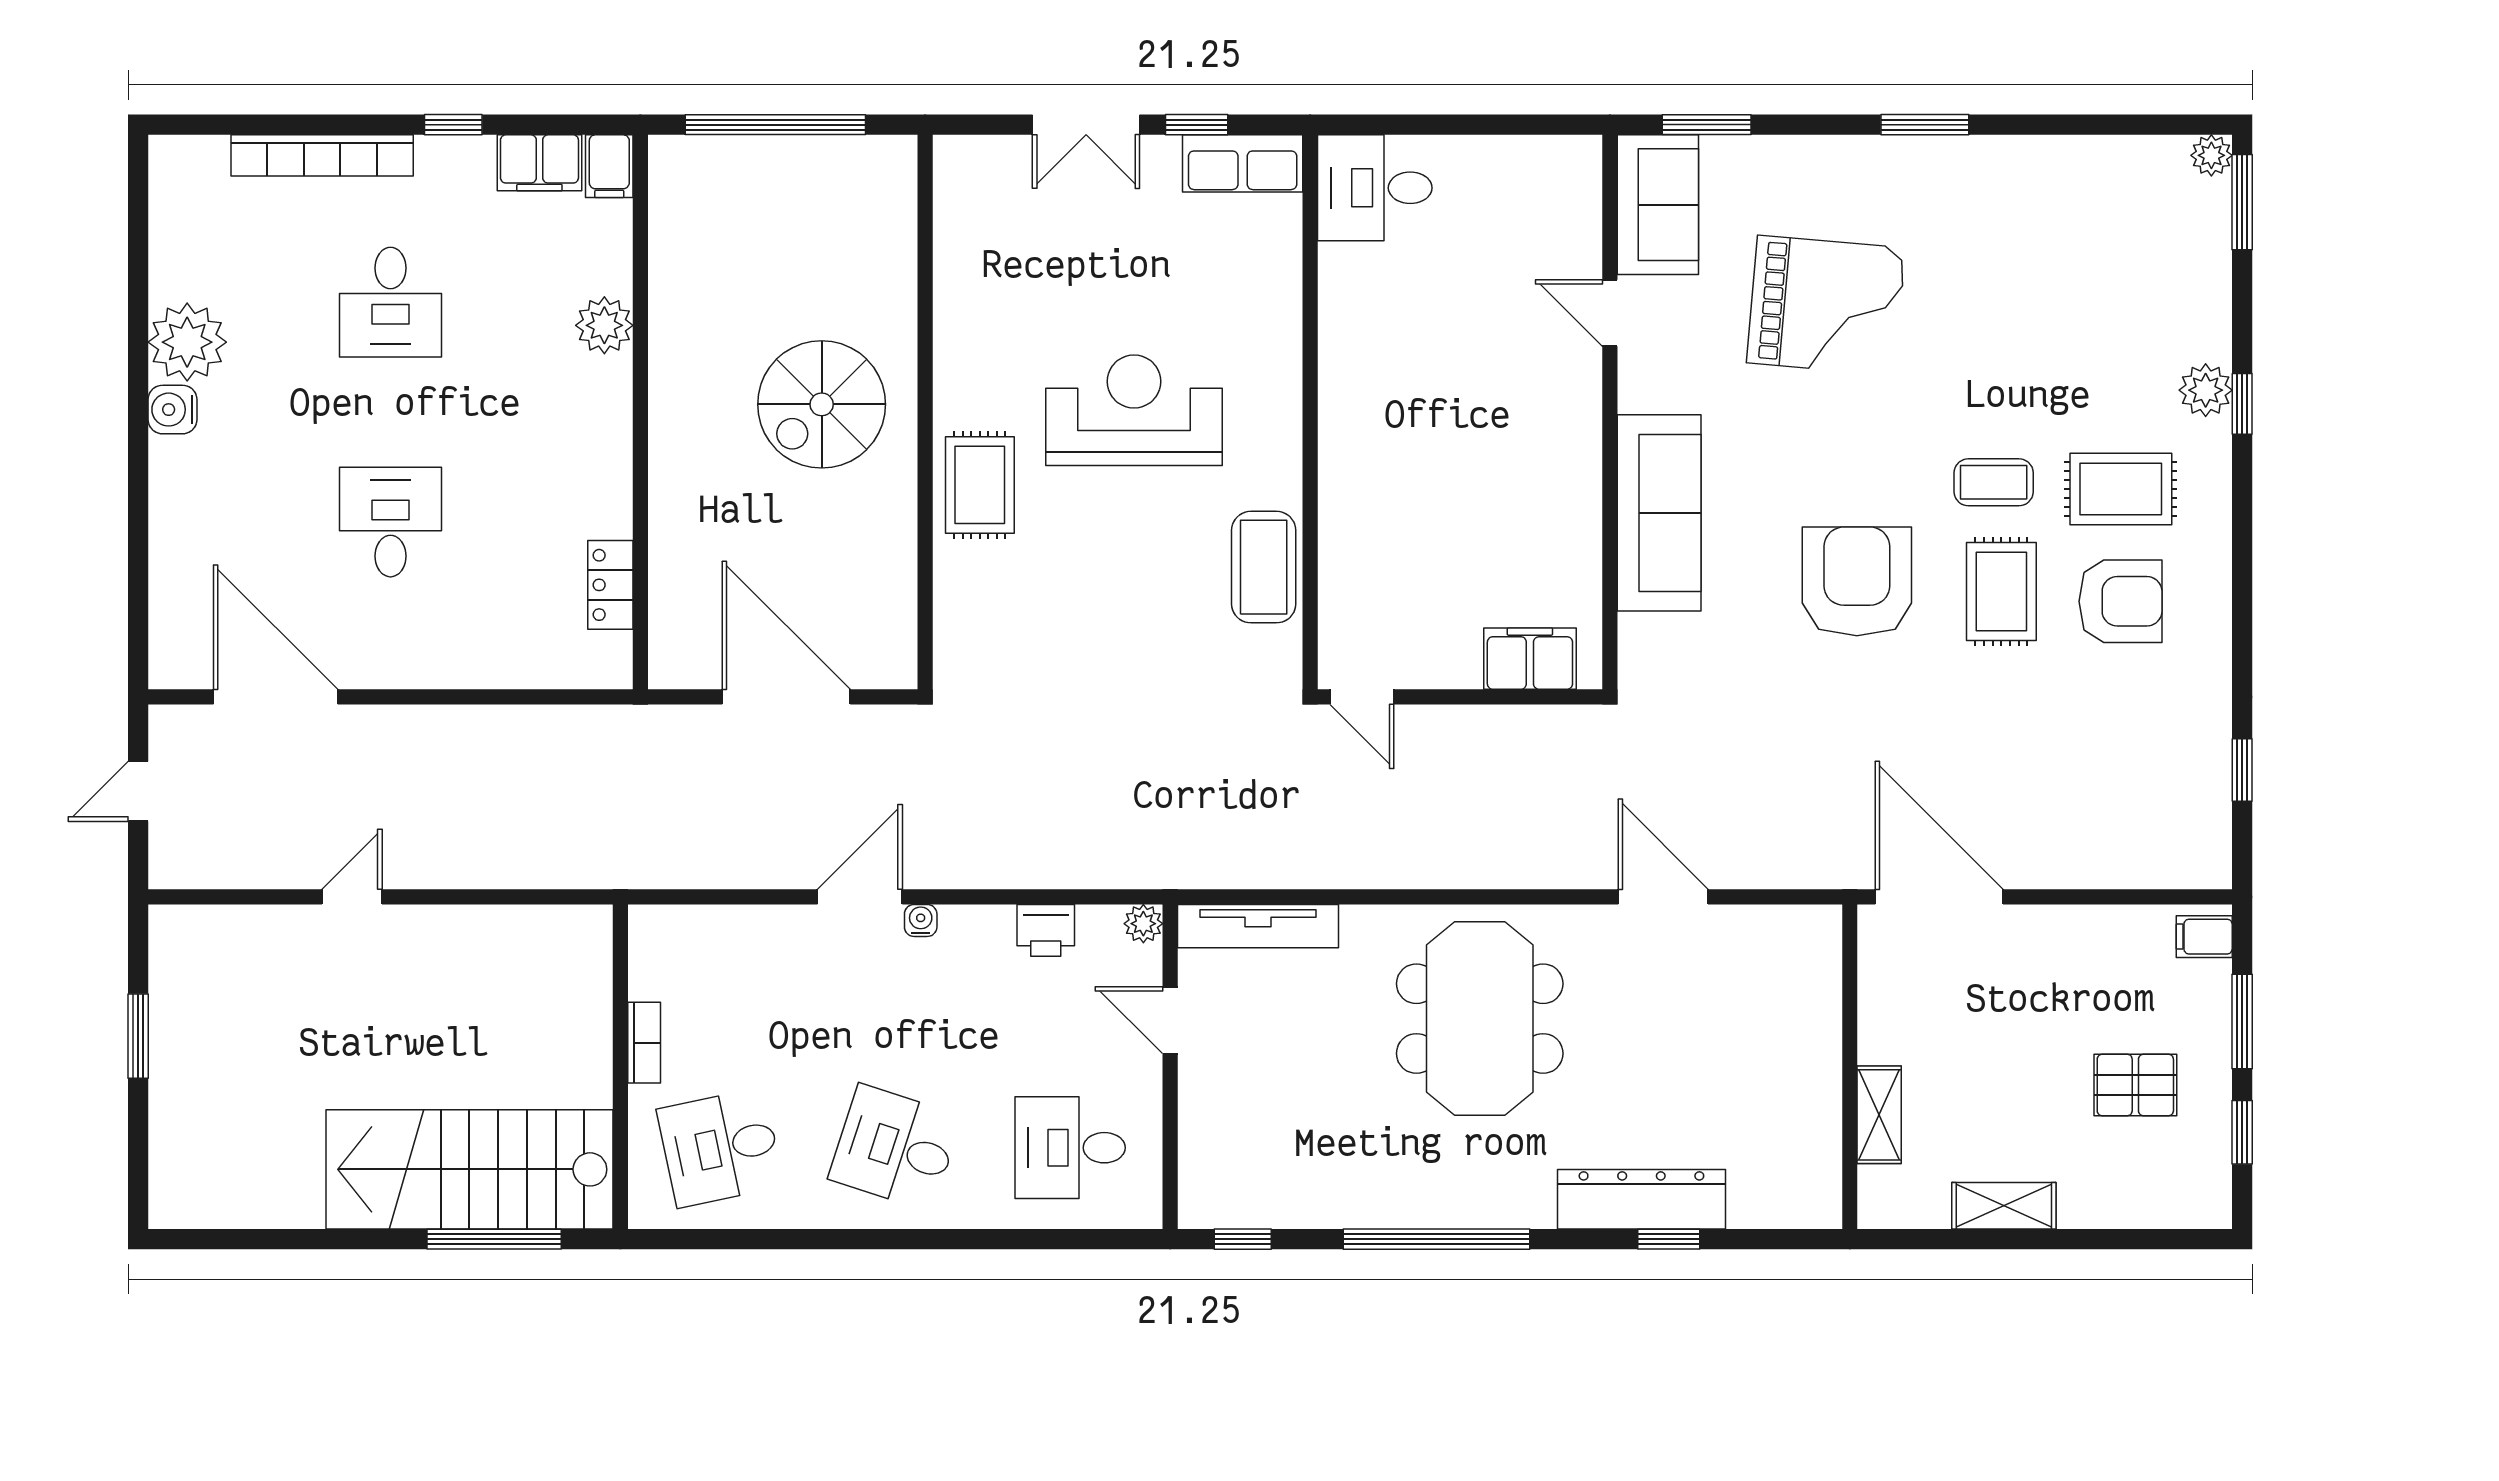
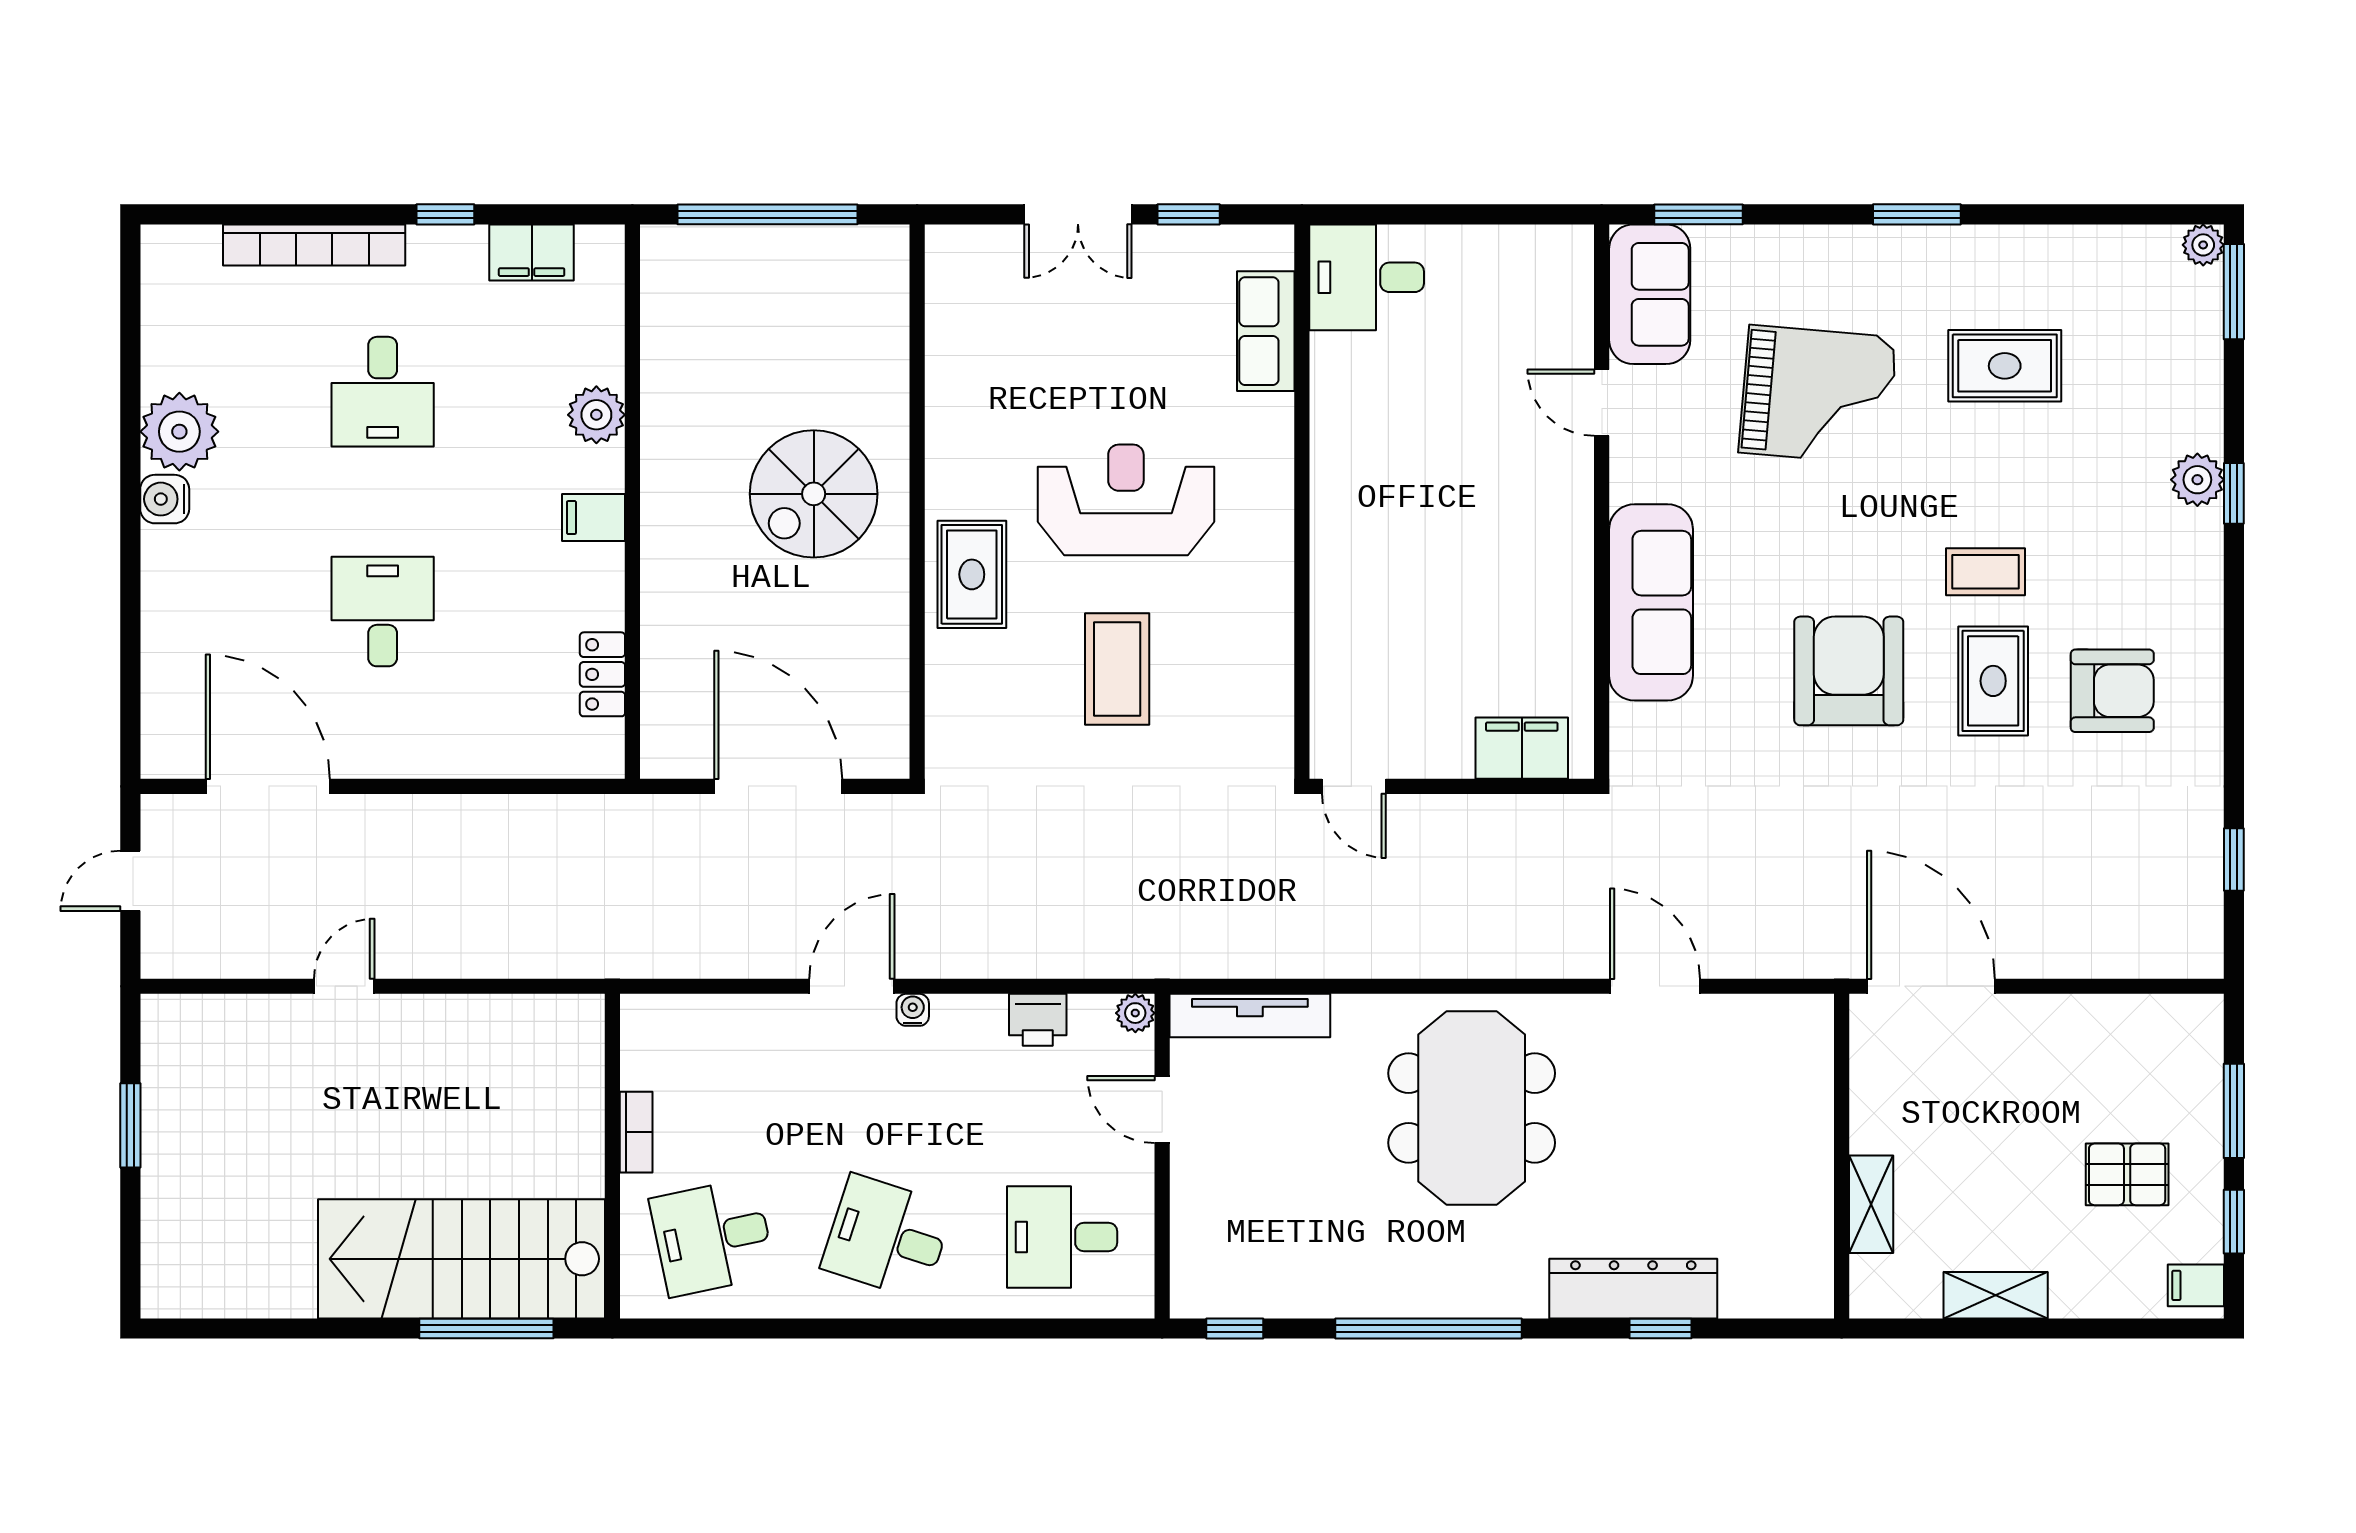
row of seats: (1243, 163) -> (1266, 331), moved, turned 90
filing cabinet: (609, 166) -> (593, 518), moved, turned 90
rug: (2121, 489) -> (2005, 366), moved
coffee table: (1264, 567) -> (1117, 669), moved
filing cabinet: (2204, 937) -> (2196, 1285), moved

